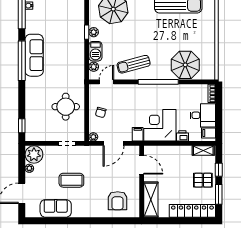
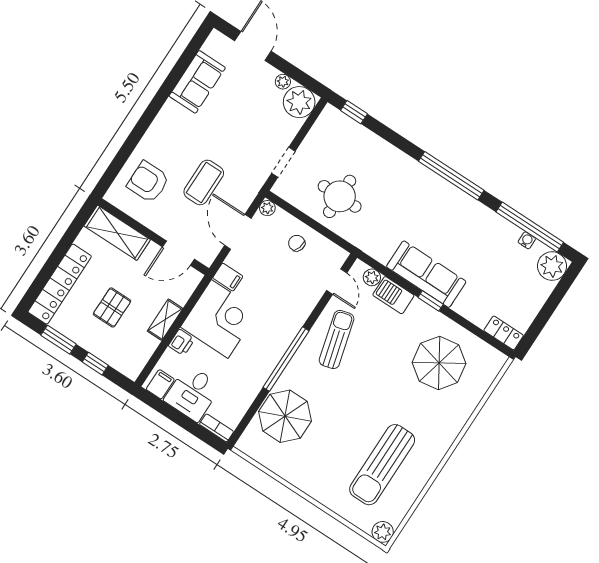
plant: (94, 32) -> (424, 311), removed
sofa: (34, 55) -> (426, 274), moved, turned 180
shelving: (203, 151) -> (165, 320), moved
coffee table: (71, 180) -> (204, 182), moved
pallet: (203, 180) -> (112, 307), moved

